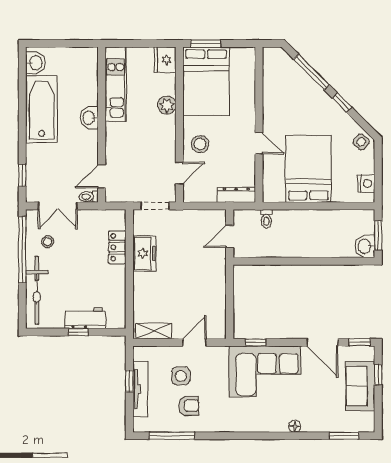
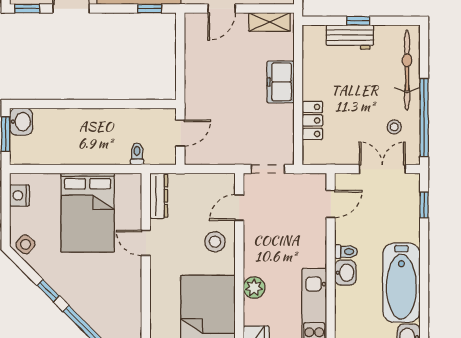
dresser: (236, 195) -> (159, 196), moved, turned -90
toilet: (89, 197) -> (346, 252), moved
freezer: (144, 253) -> (280, 82), moved

